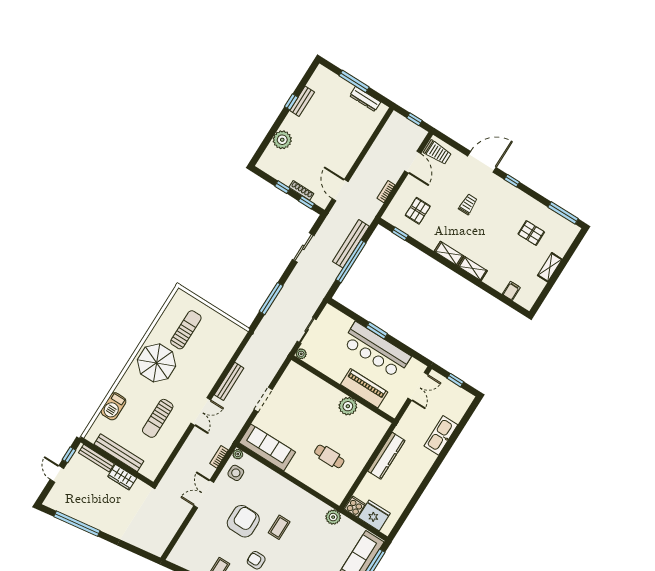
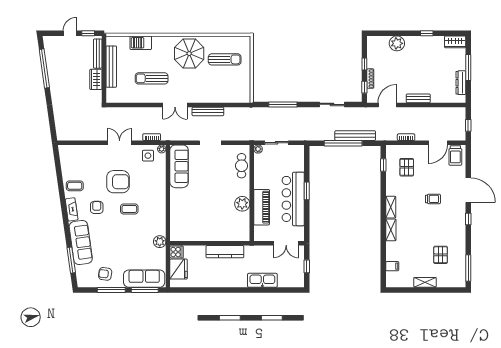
wardrobe: (319, 78) -> (455, 42), added
bench: (302, 101) -> (418, 98), moved
pallet: (418, 211) -> (407, 167), turned 90
cafe table: (329, 456) -> (242, 166), moved

